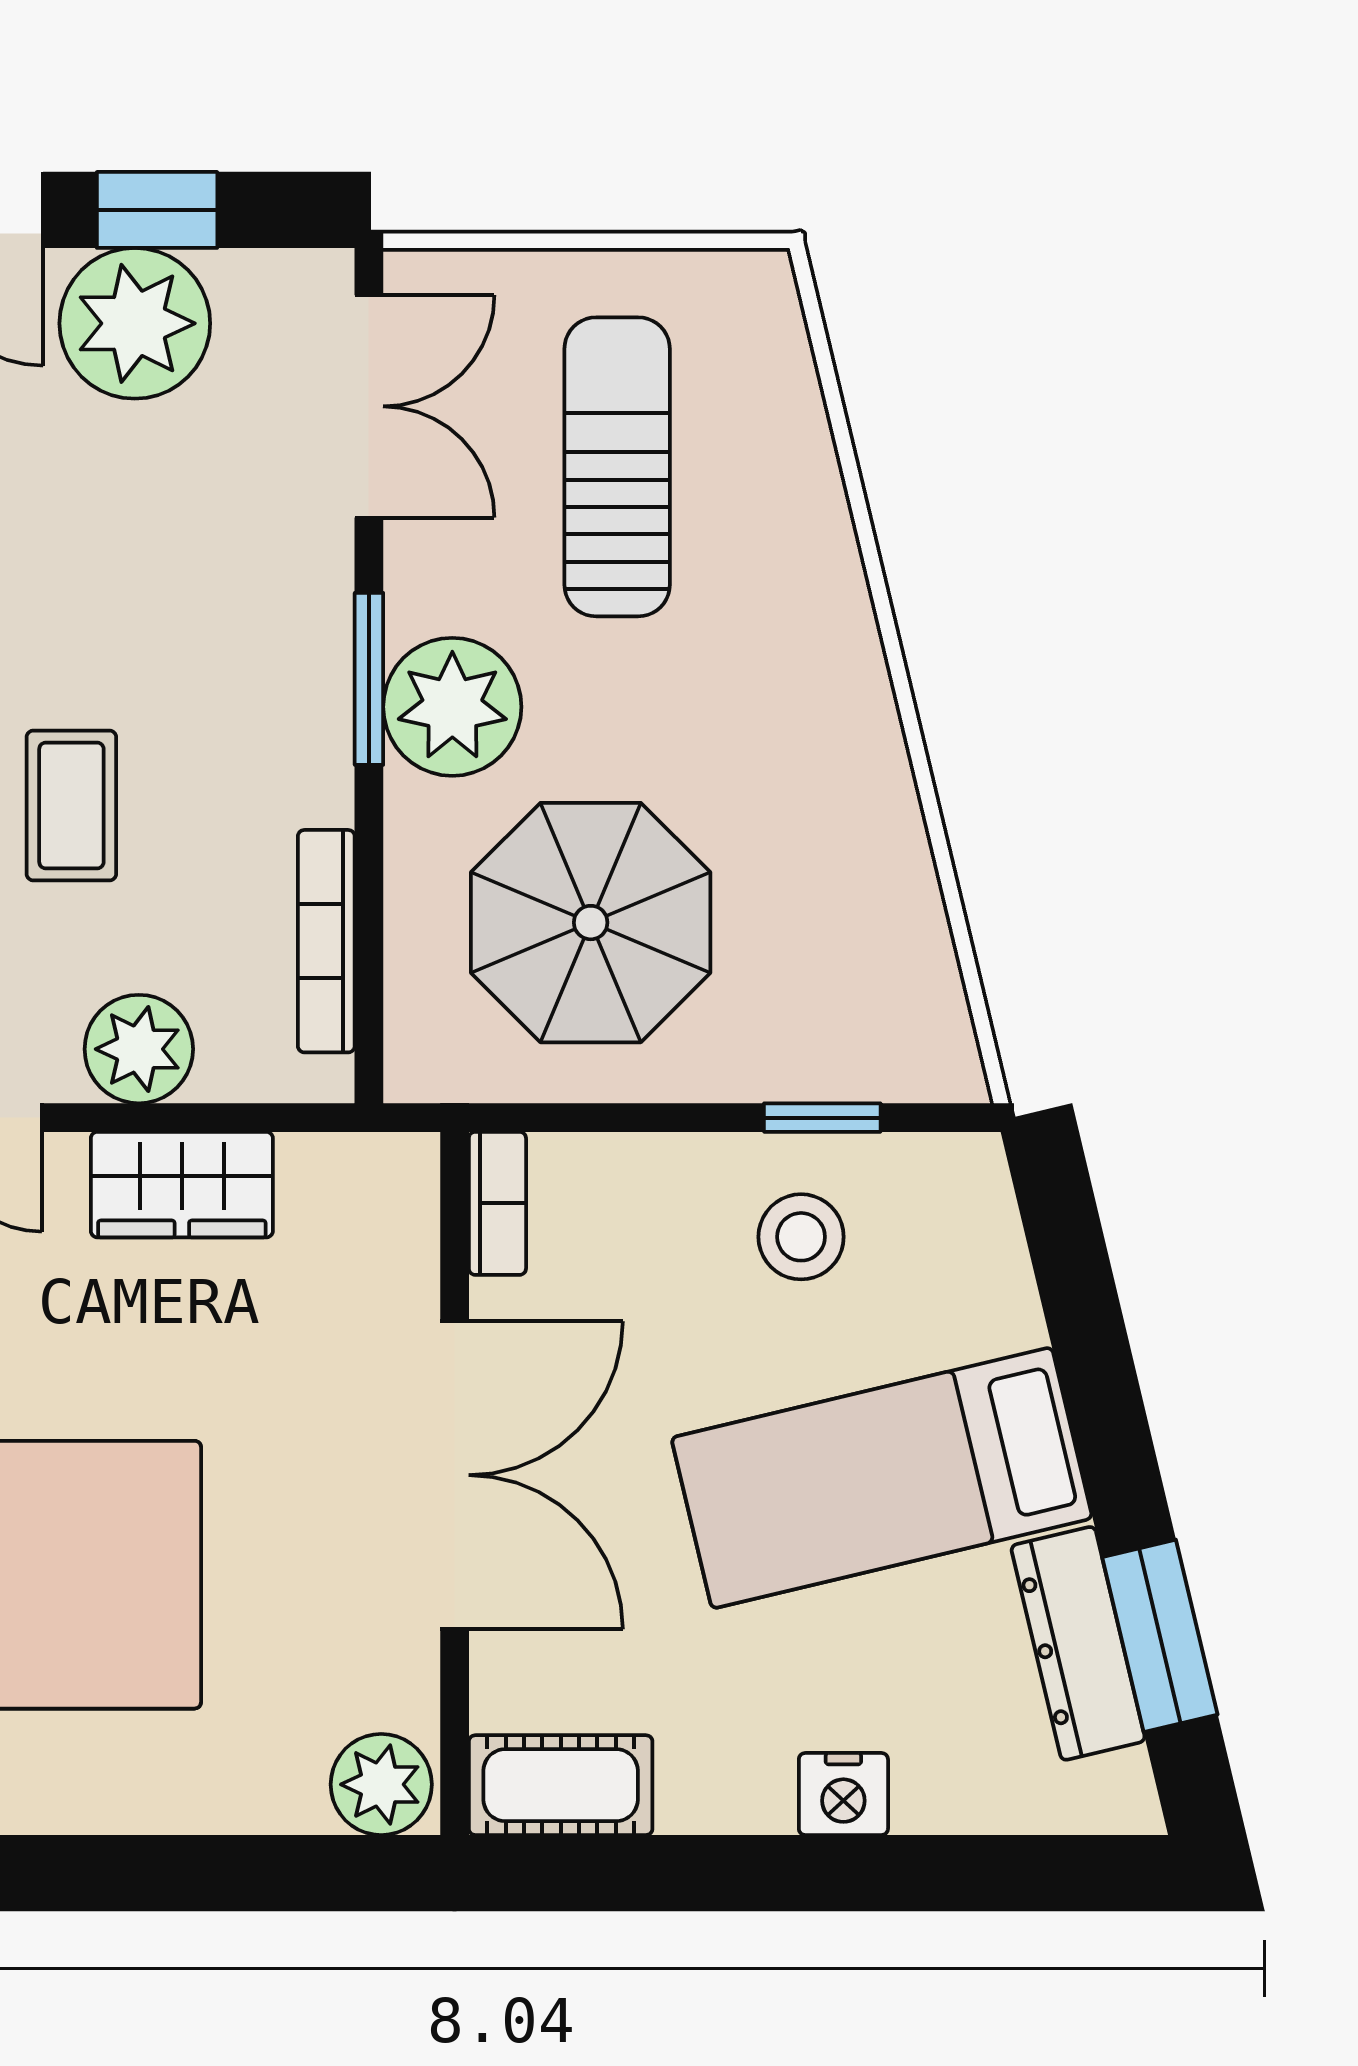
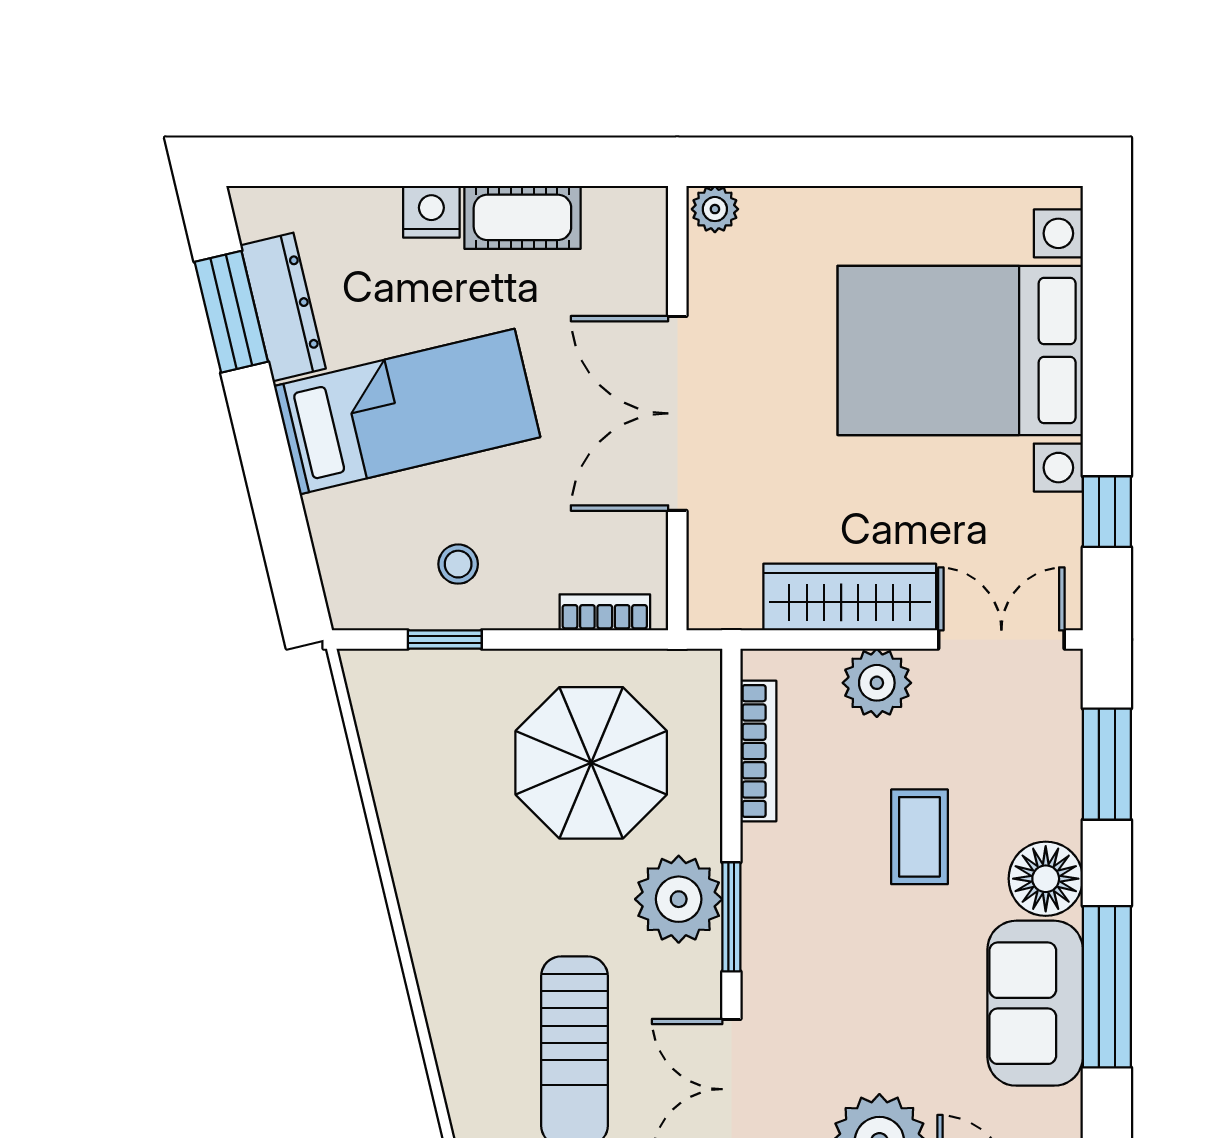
wardrobe: (182, 1185) -> (850, 597), width x1.50
bookcase: (497, 1203) -> (605, 612), moved, turned 90
stool: (801, 1237) -> (458, 564), width x0.73, depth x0.73
plant: (381, 1784) -> (715, 209), width x0.73, depth x0.73
cot: (561, 1785) -> (522, 217), moved

